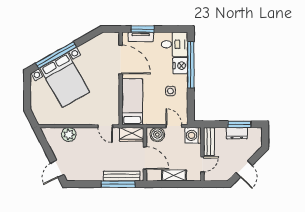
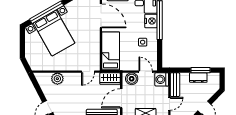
door: (105, 126) -> (88, 72), hinge flipped
door: (145, 158) -> (121, 98), swing flipped

